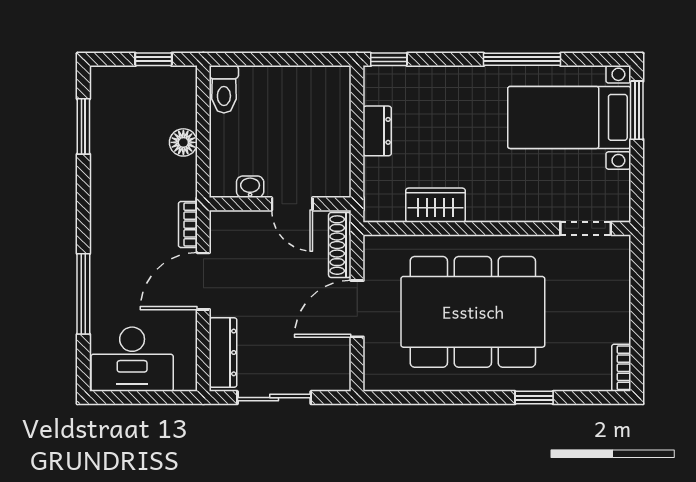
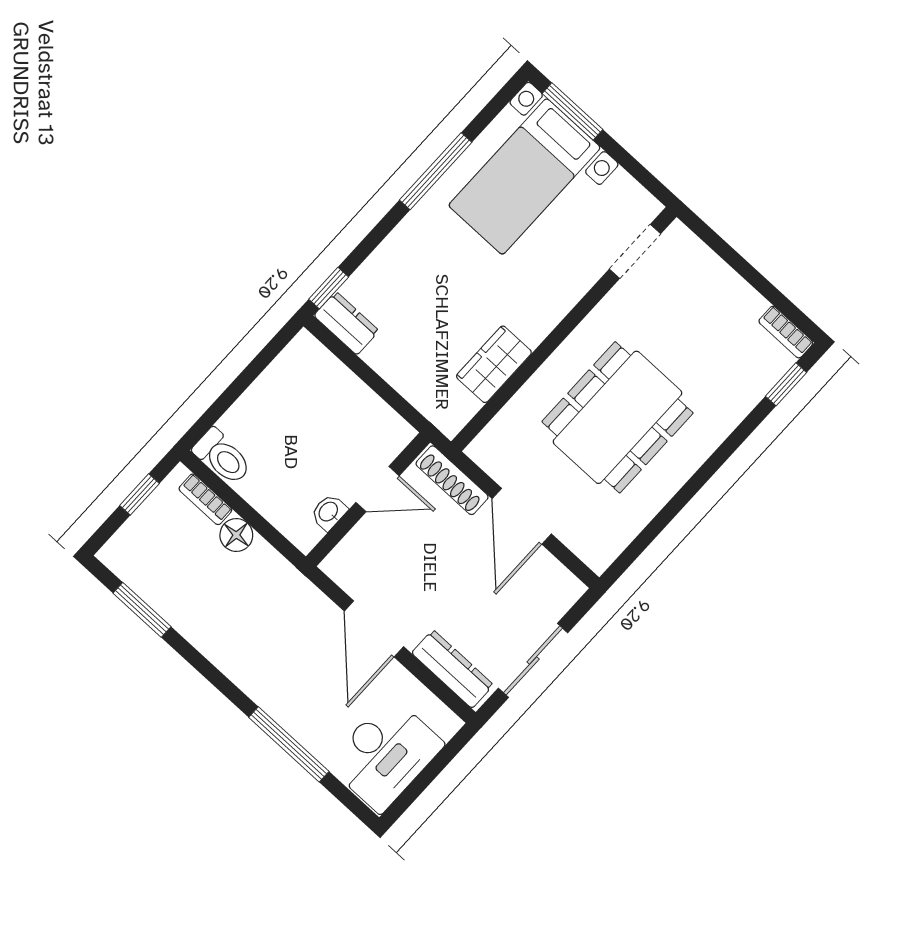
dresser: (377, 131) -> (346, 323), moved
bookcase: (188, 225) -> (205, 499), moved
dining table: (473, 312) -> (617, 417), width x0.73, depth x0.80
window: (534, 398) -> (786, 384), moved

